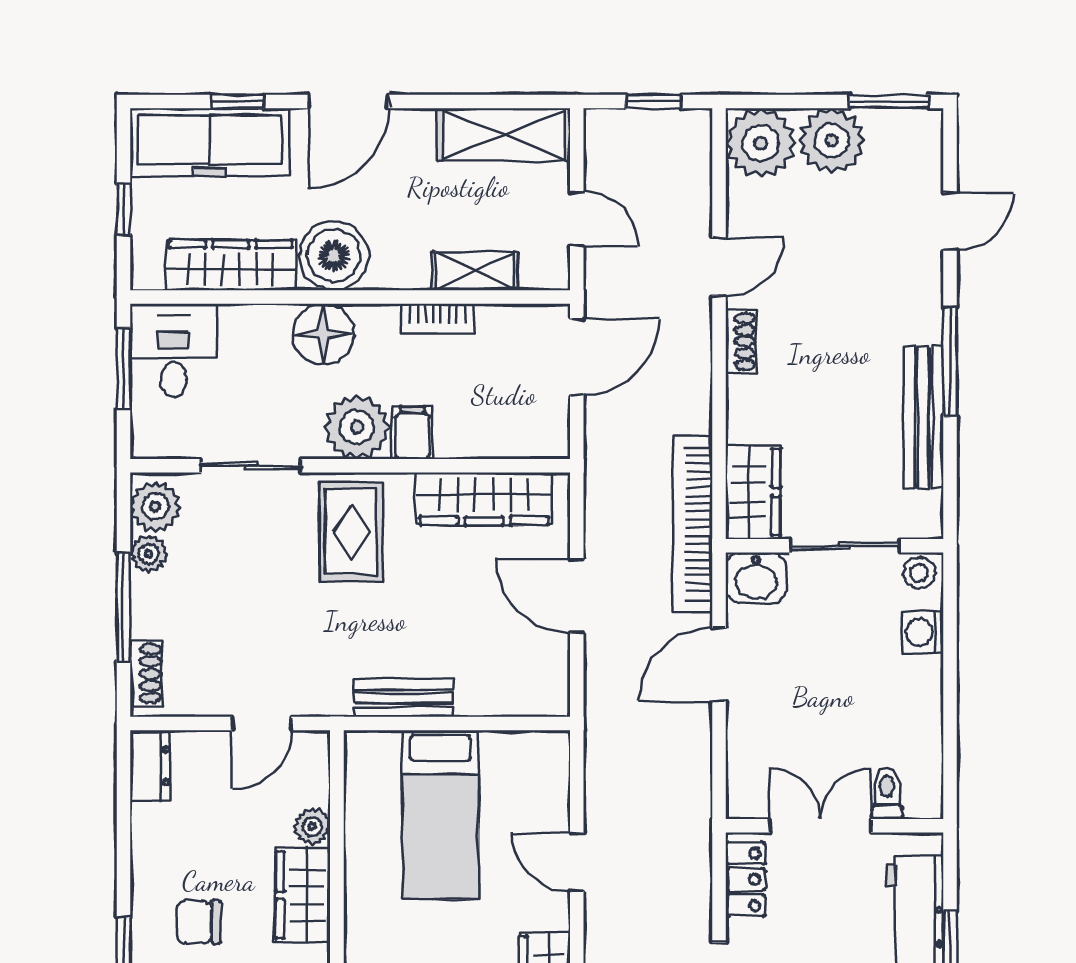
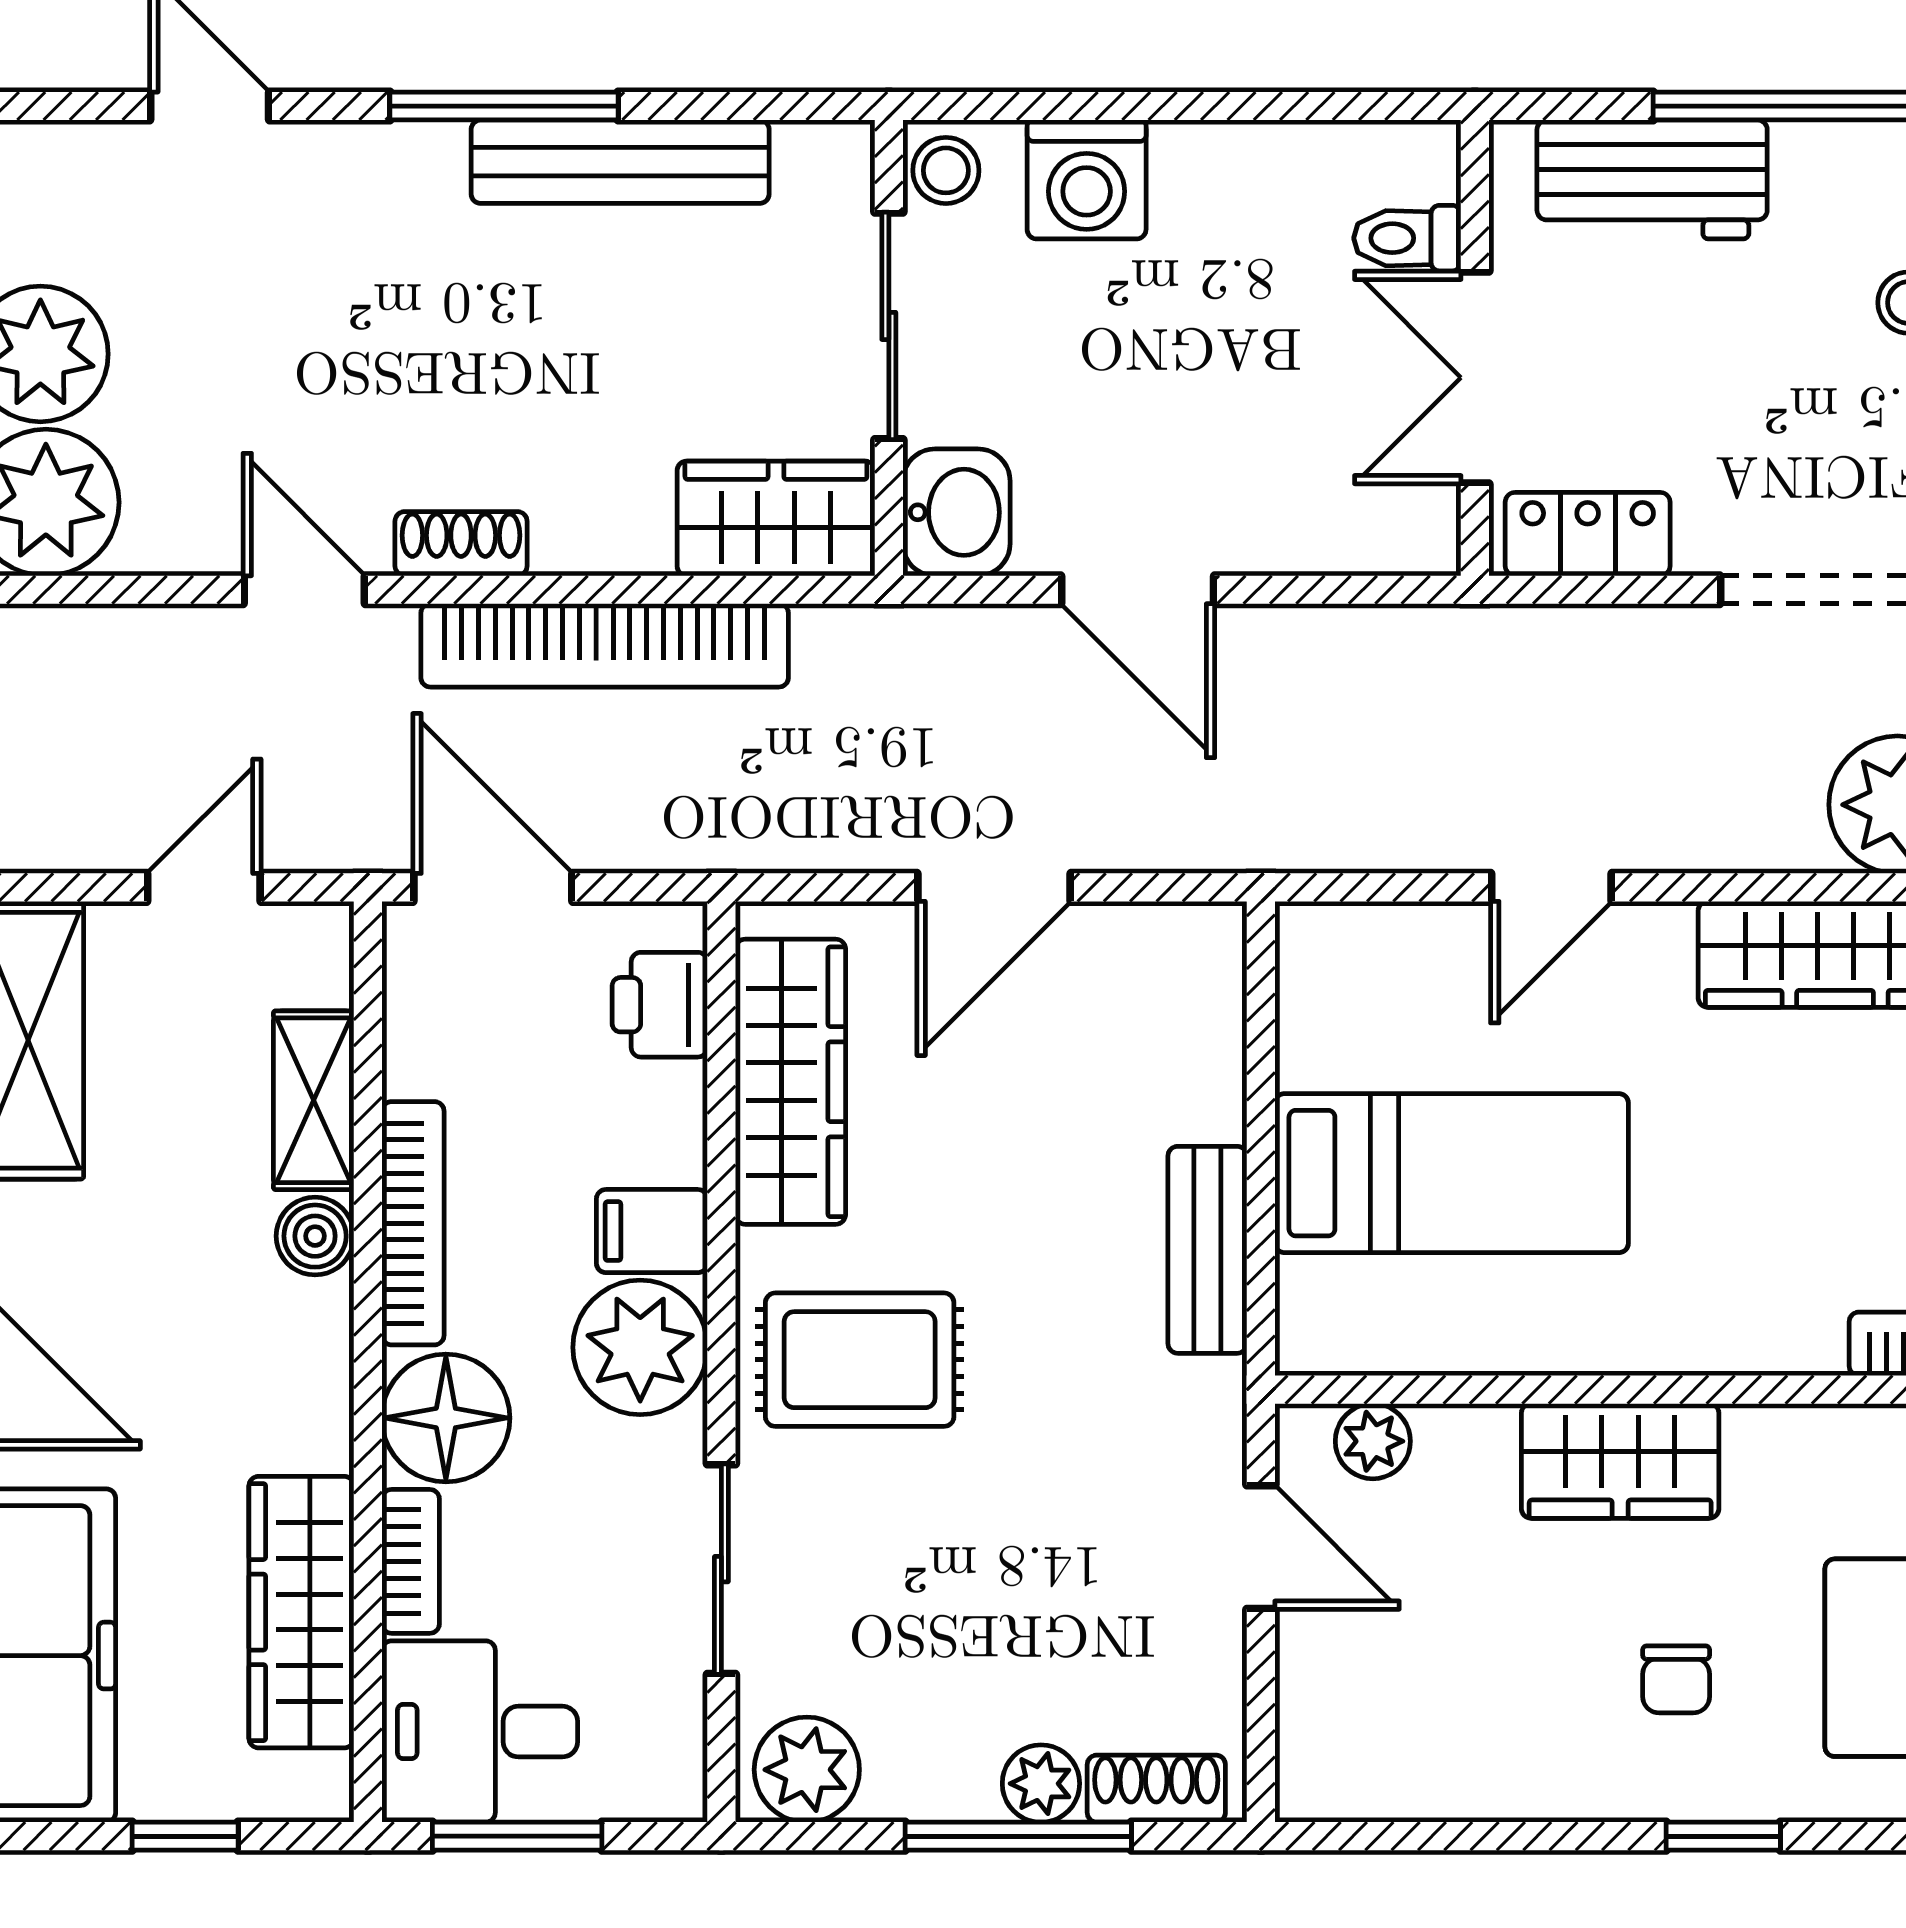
boiler: (334, 256) -> (315, 1236), moved, width x0.54, depth x0.54
bookcase: (255, 317) -> (411, 1561), added
bookcase: (437, 318) -> (413, 1223), width x1.56
printer: (521, 436) -> (660, 1005), added
bookcase: (692, 524) -> (605, 645), moved
plant: (149, 554) -> (1041, 1784), moved
washing machine: (923, 632) -> (1087, 179), width x1.38, depth x1.38
dresser: (150, 766) -> (1349, 1780), removed
plant: (312, 826) -> (1373, 1441), moved
chair: (198, 922) -> (1676, 1679), width x0.73, depth x0.73

